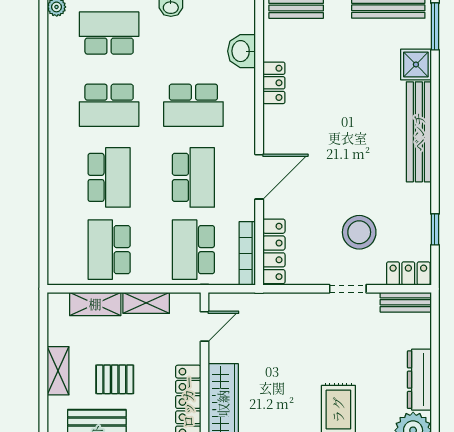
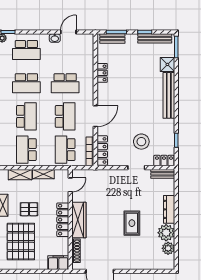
school desk: (109, 33) -> (26, 50), turned 180
washbasin: (241, 51) -> (87, 58), removed

